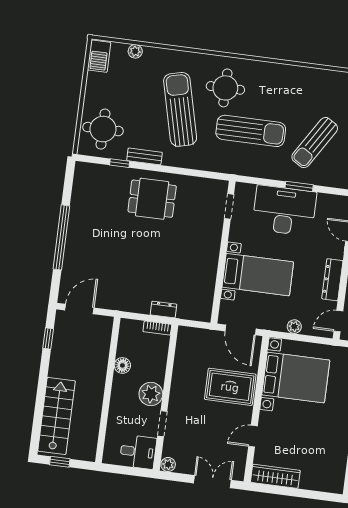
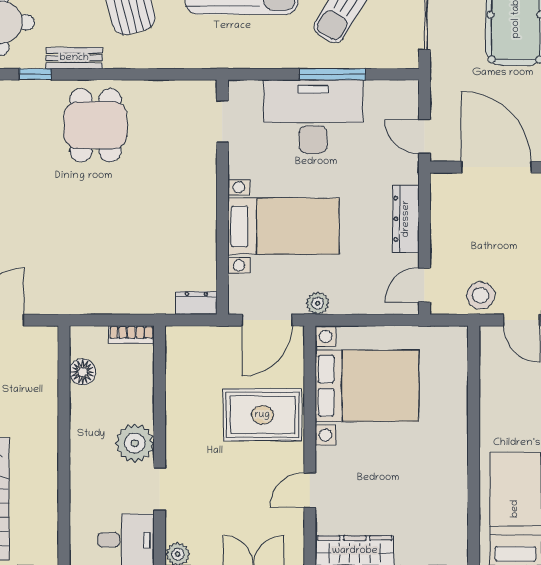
window: (299, 186) -> (332, 74), width x1.44
dining table: (152, 199) -> (96, 125), turned 90
dresser: (164, 309) -> (196, 303), moved
plant: (294, 327) -> (318, 303), moved
door: (240, 330) -> (267, 320), hinge flipped
floor lamp: (122, 365) -> (83, 372), moved

